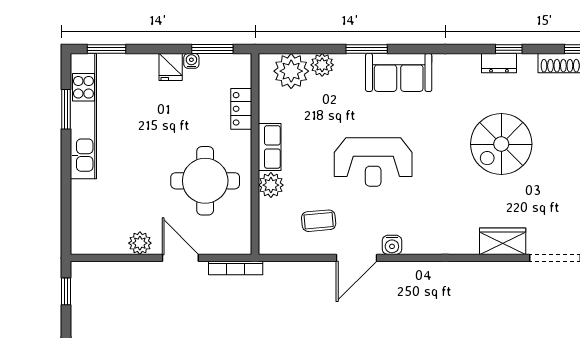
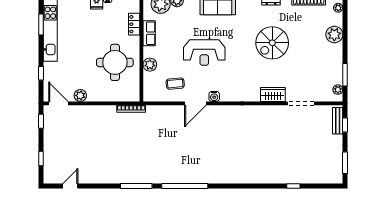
row of seats: (270, 147) -> (149, 33), moved
window: (66, 201) -> (41, 73), added
door: (180, 258) -> (58, 103), moved

